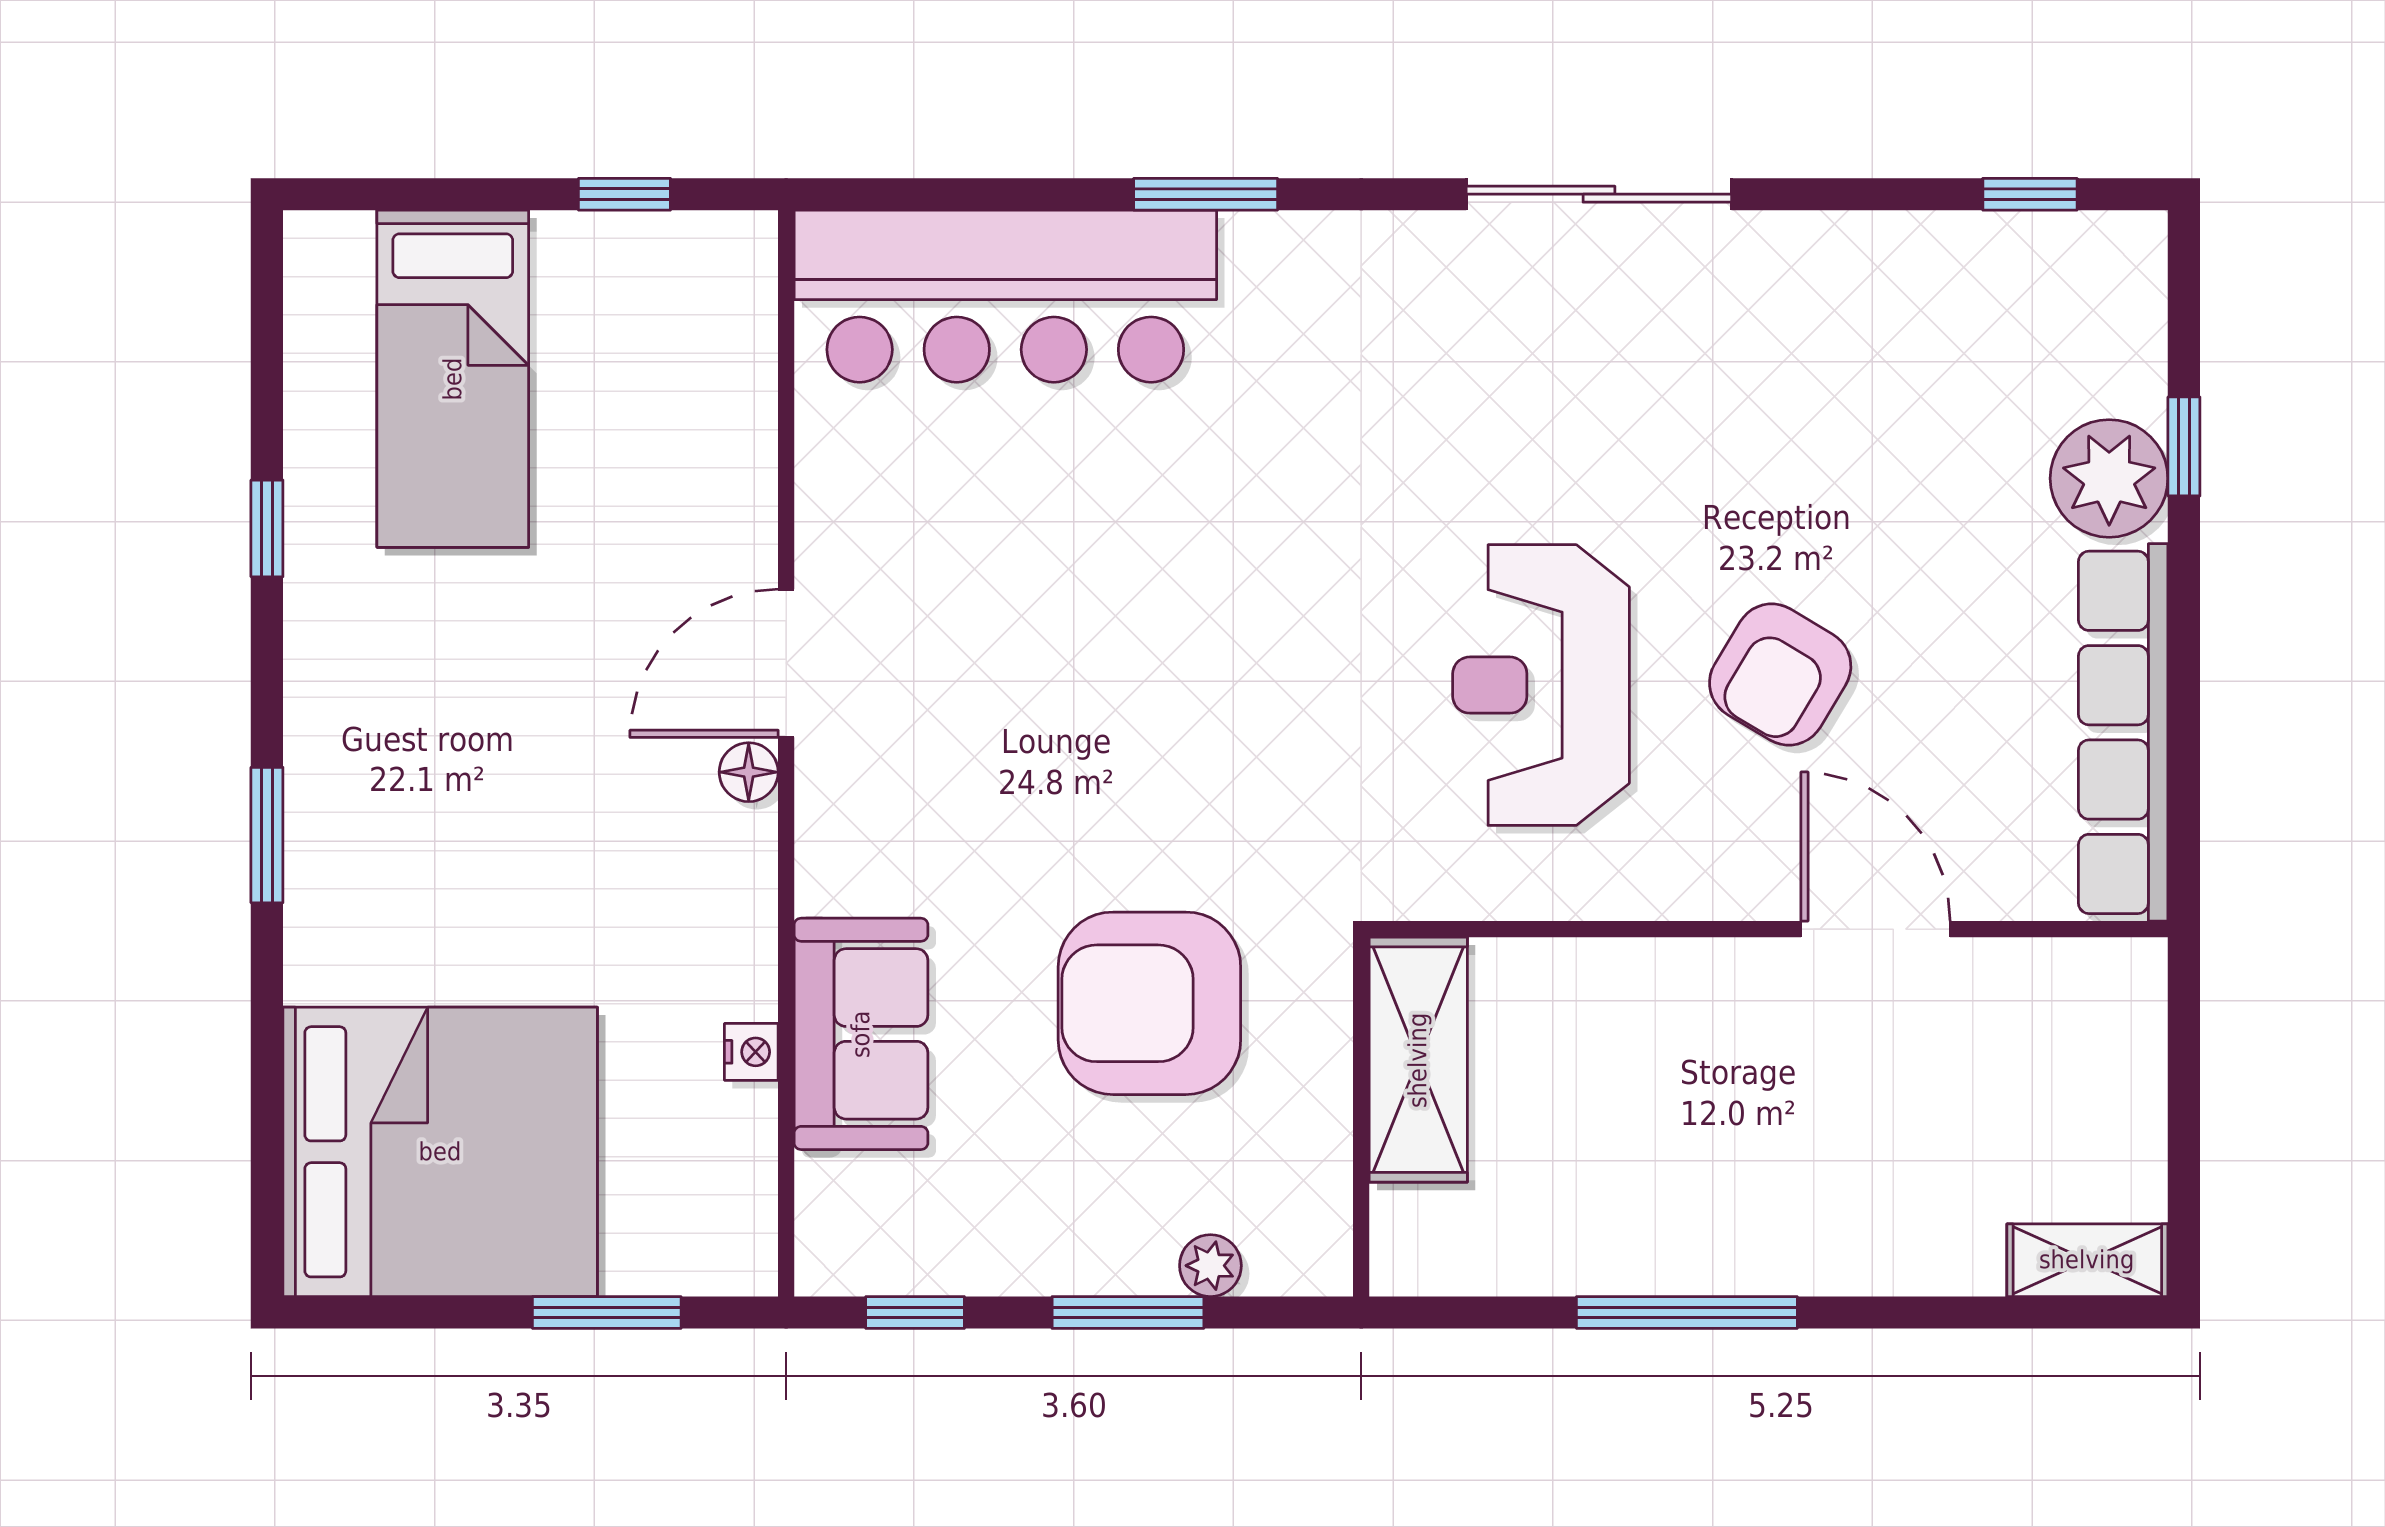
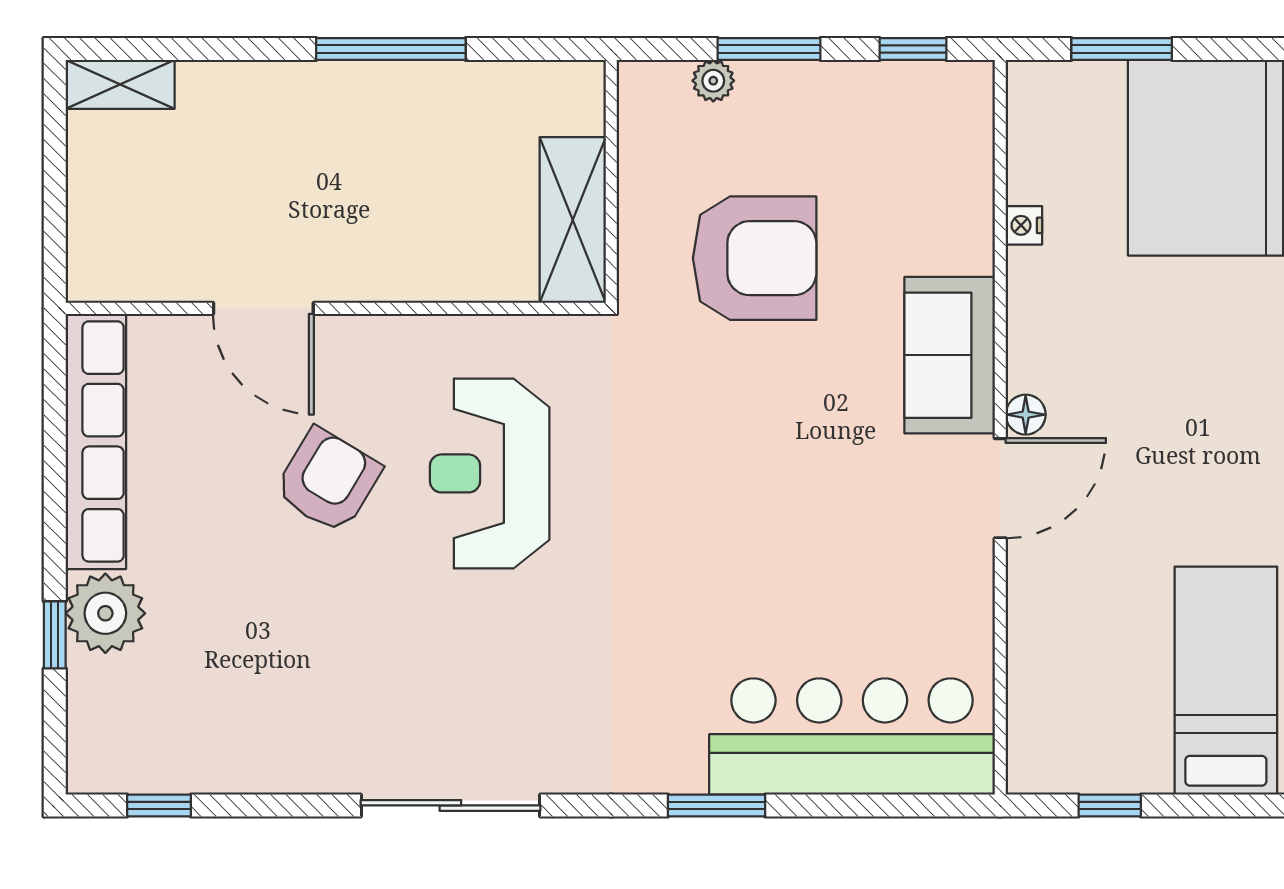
reception desk: (1541, 685) -> (490, 473), turned 180
sofa: (861, 1034) -> (950, 355), moved

